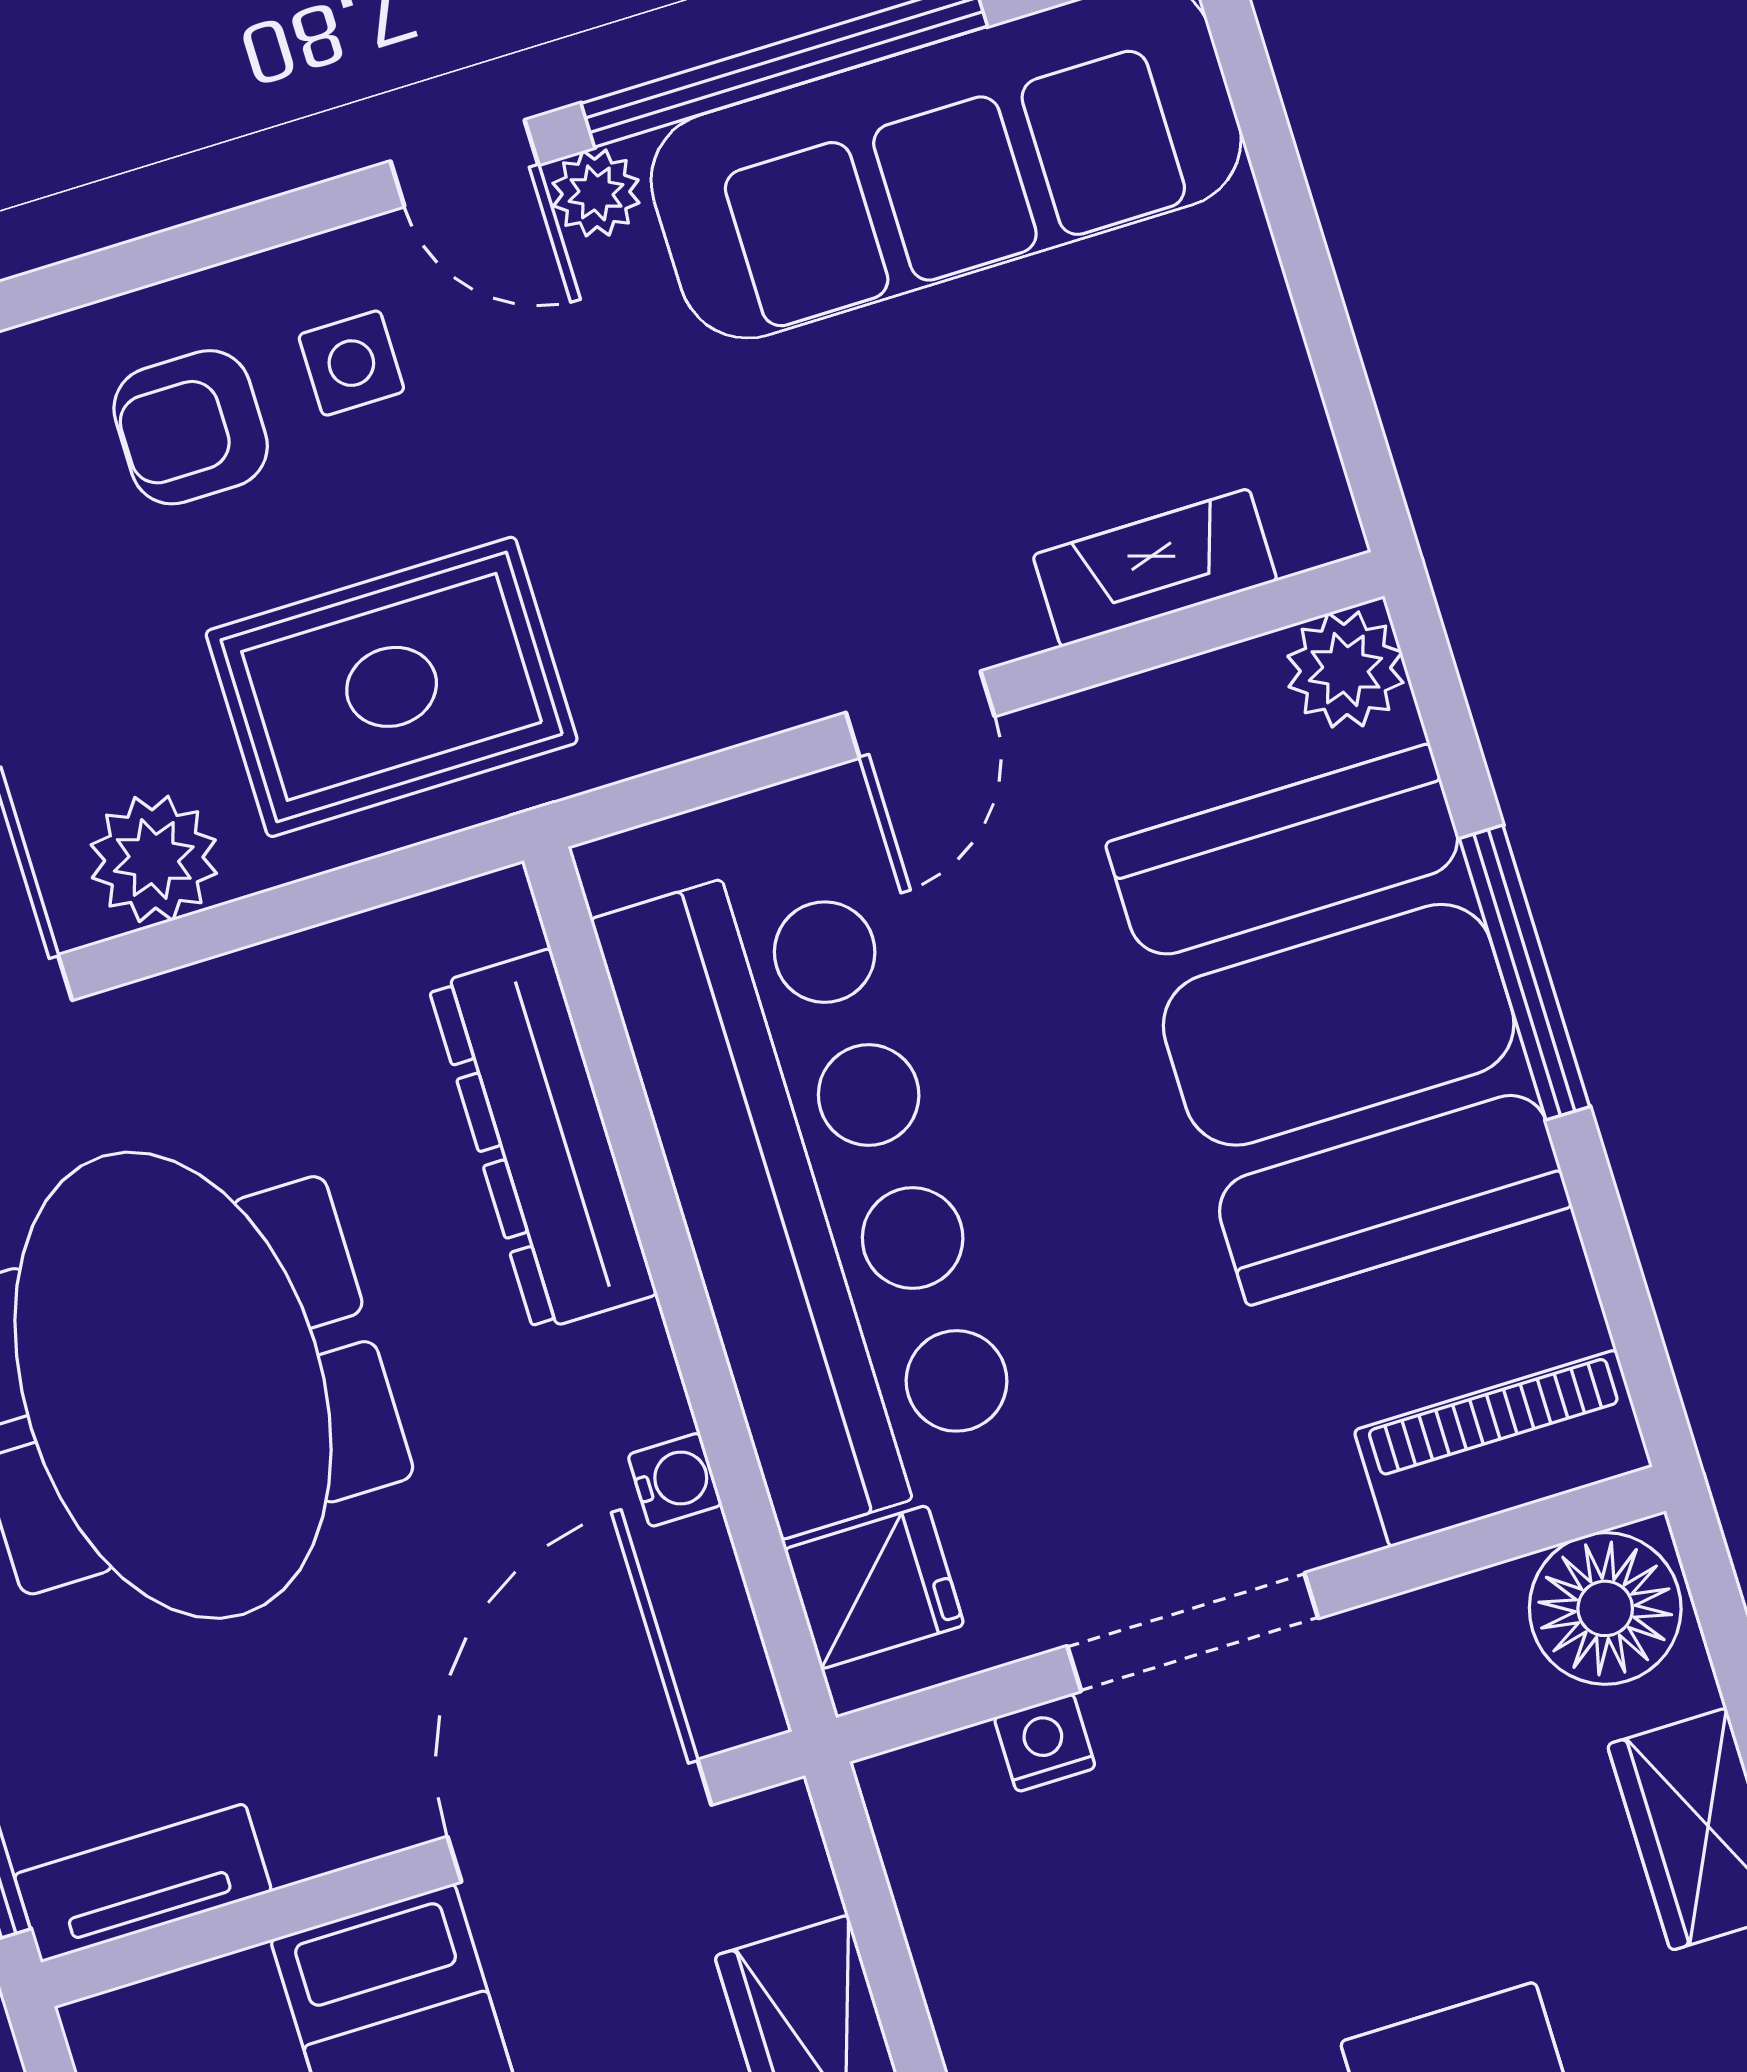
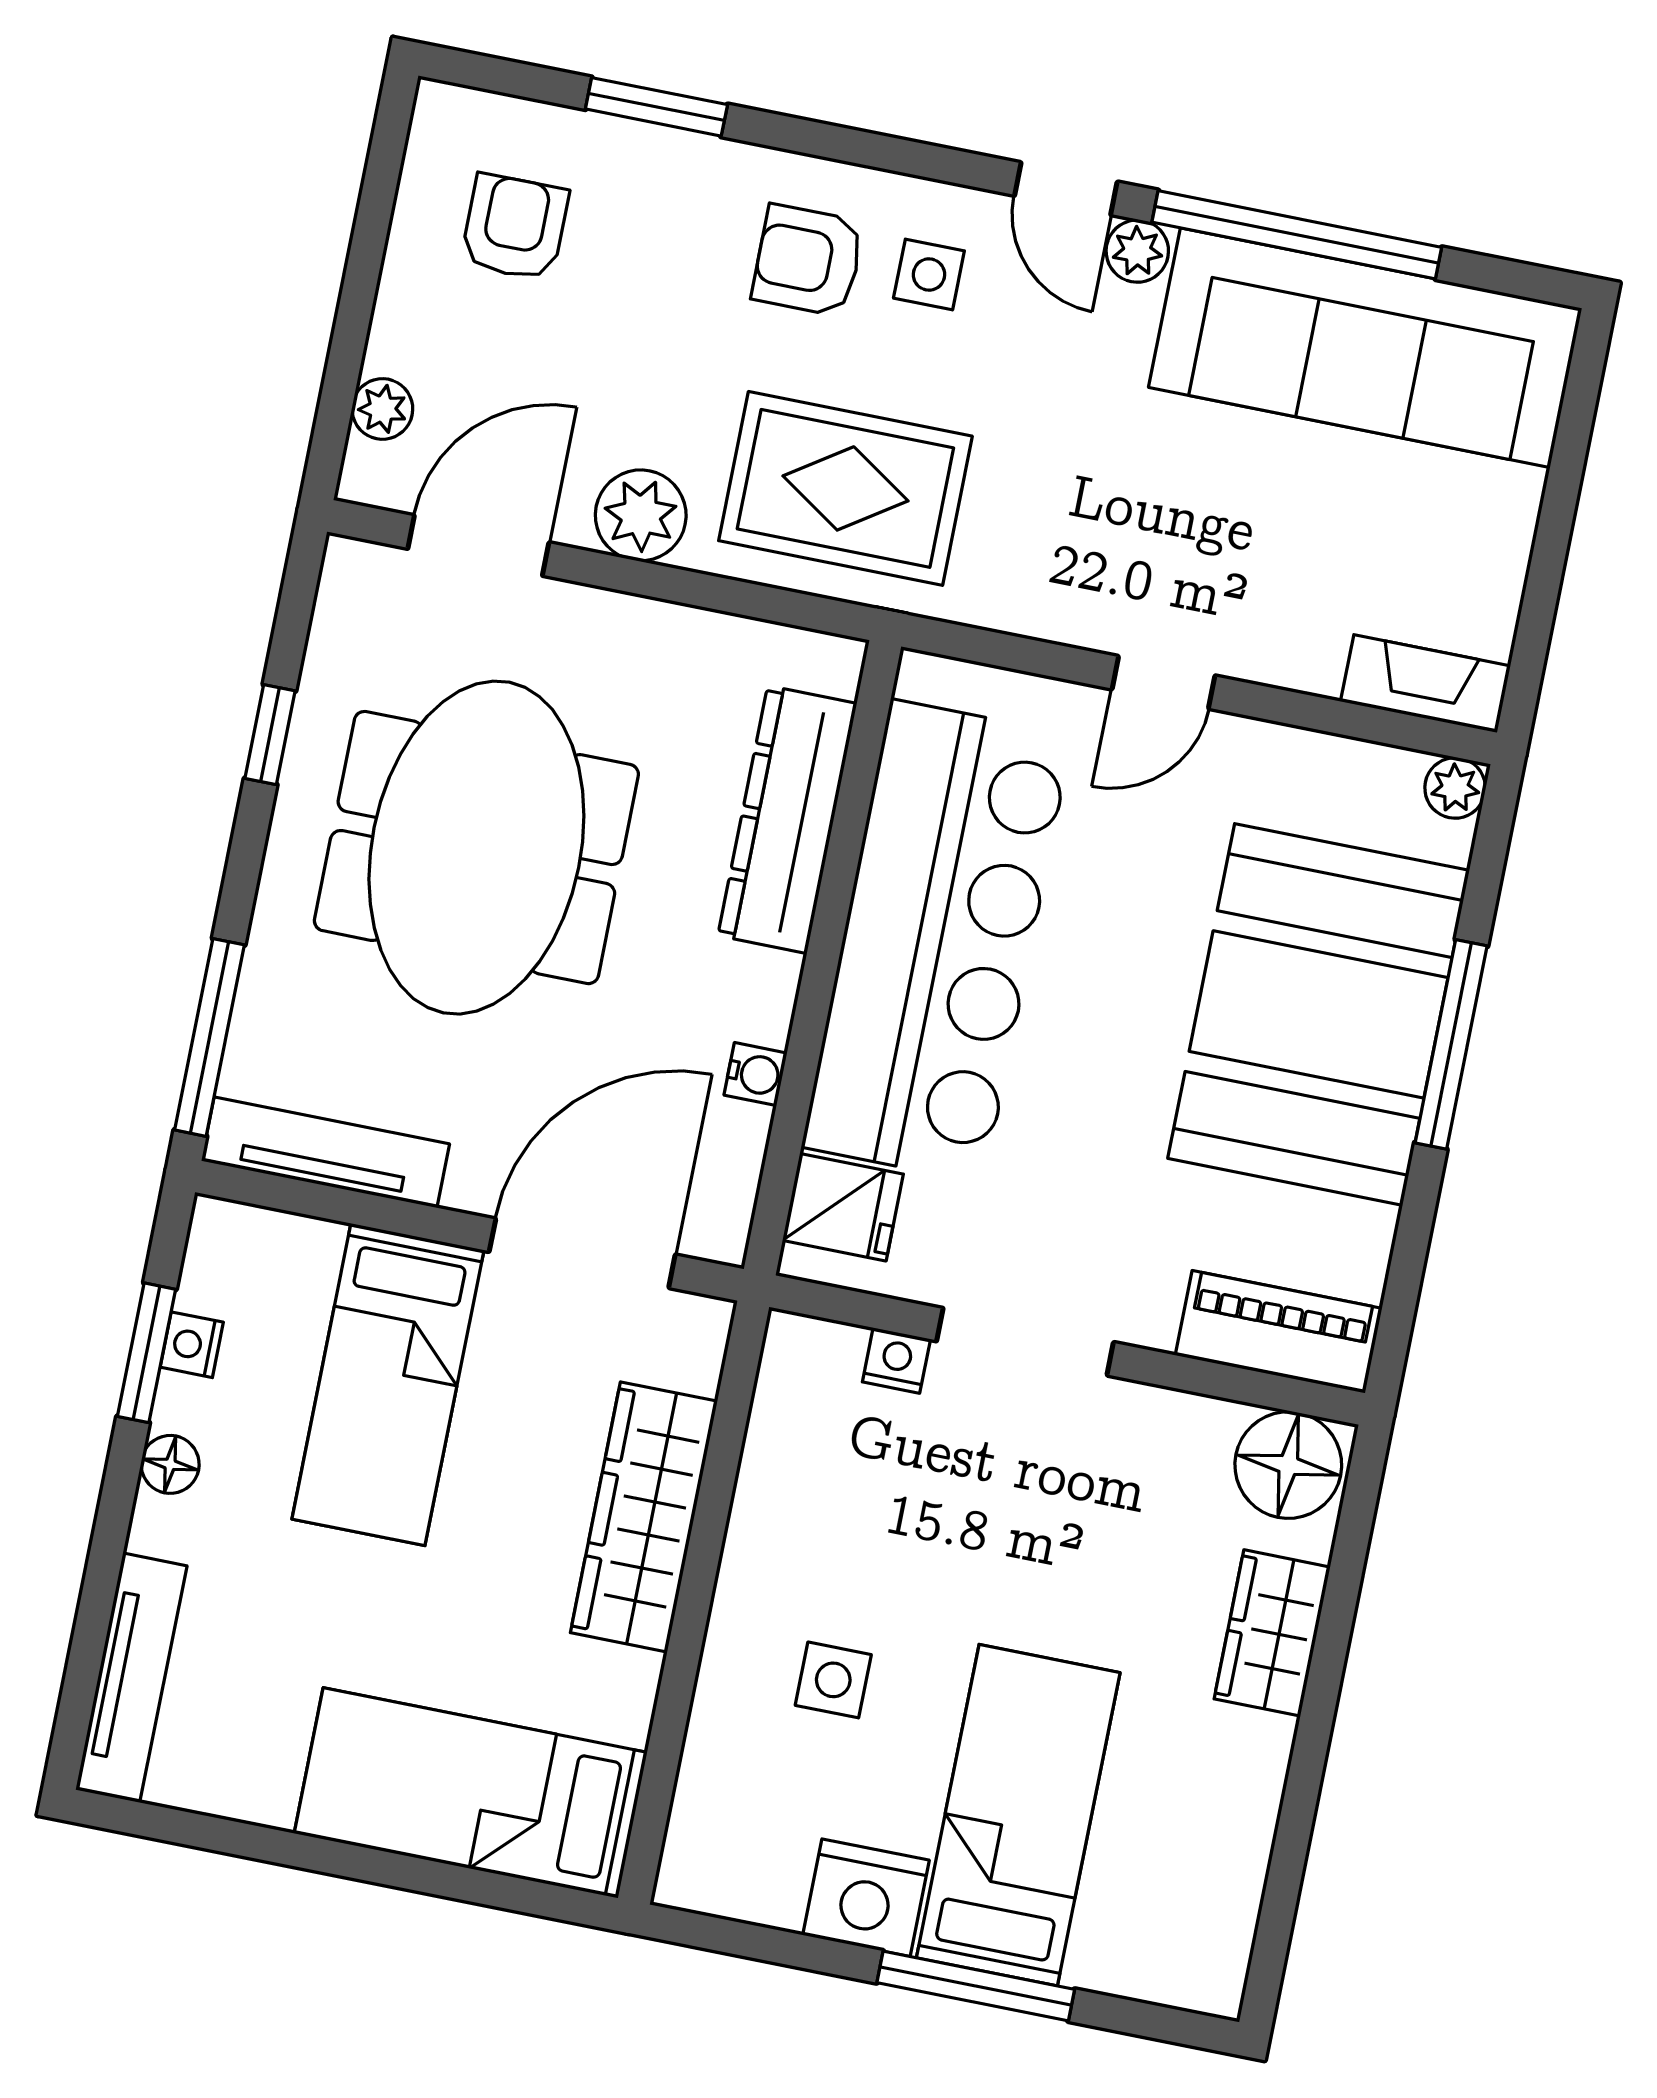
fireplace: (1155, 568) -> (1425, 684), moved
plant: (1345, 669) -> (1455, 788), width x0.73, depth x0.73
tv unit: (143, 1883) -> (325, 1152), width x1.41

